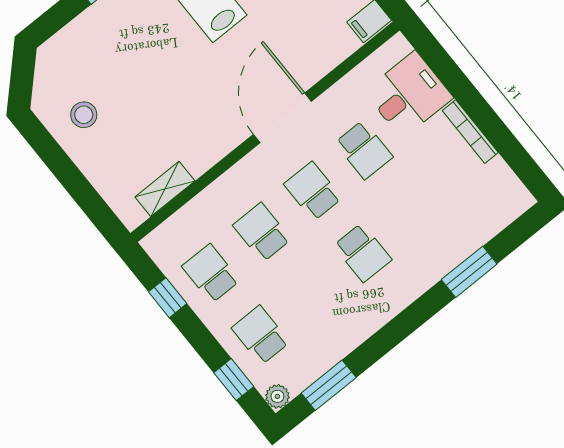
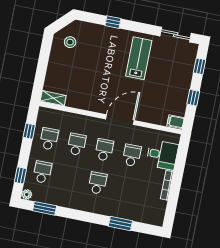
stool: (84, 115) -> (70, 42), moved
school desk: (364, 150) -> (132, 155), turned 180
shelving: (165, 189) -> (53, 98), moved
school desk: (363, 253) -> (97, 183), turned 180

